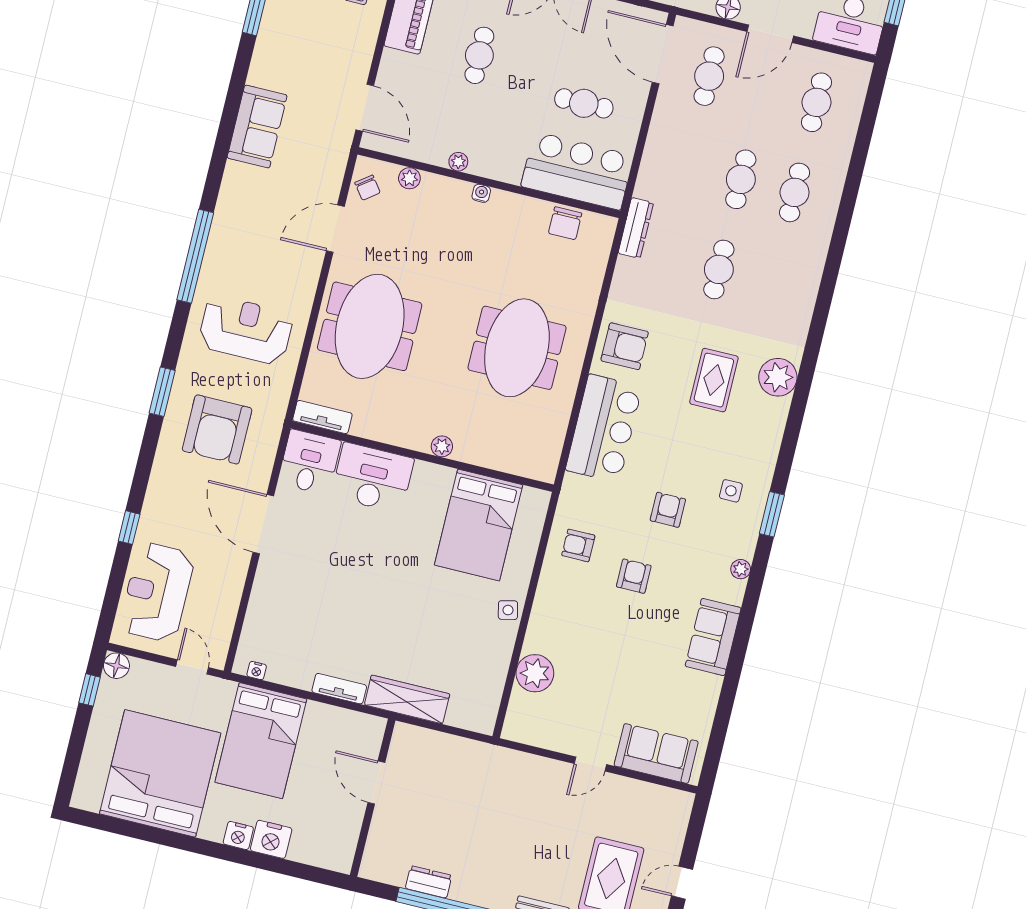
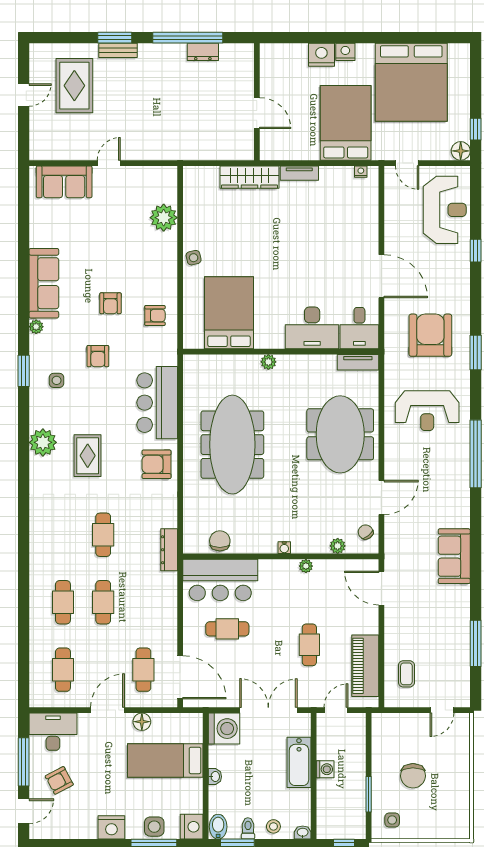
meeting table: (517, 348) -> (232, 445), width x1.36
plant: (778, 377) -> (43, 442), moved
sofa: (713, 637) -> (44, 283), width x1.36

